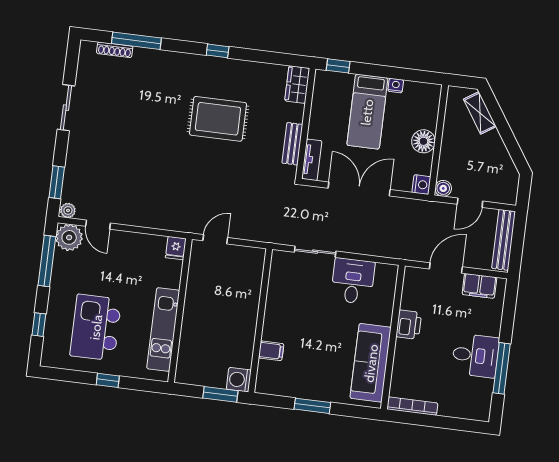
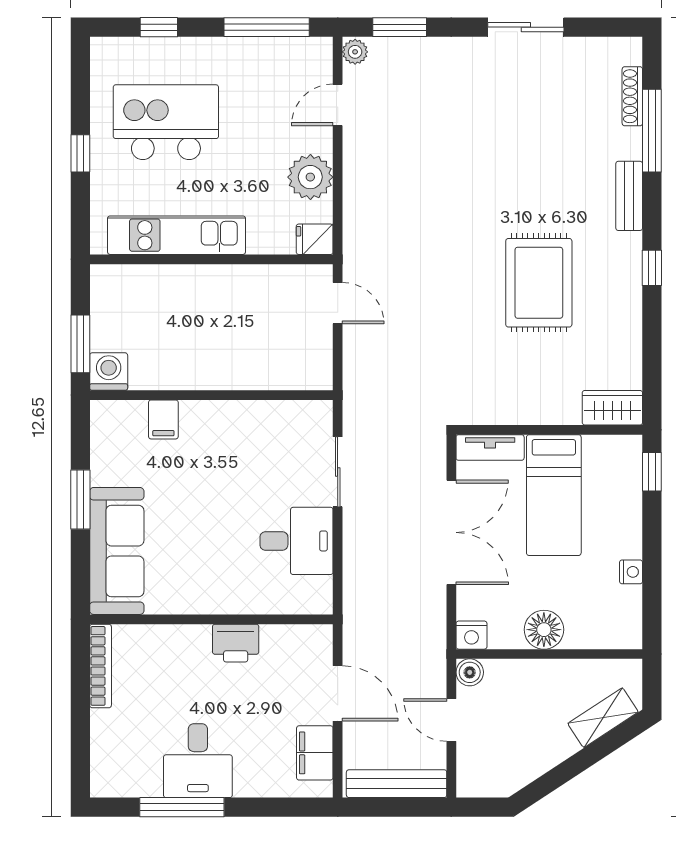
bed: (367, 112) -> (554, 495), moved, turned -90
bench: (292, 144) -> (629, 196), moved, turned 90
plant: (69, 237) -> (310, 177), moved
sofa: (371, 363) -> (117, 551), moved, turned 90

